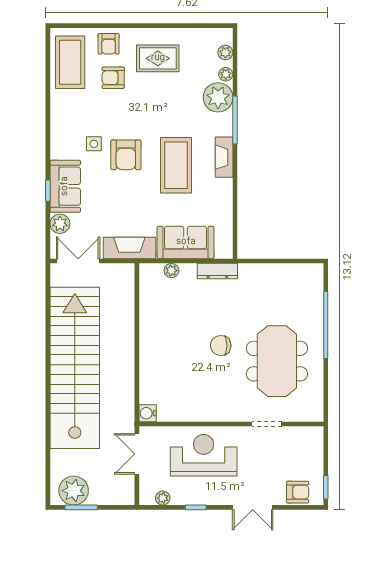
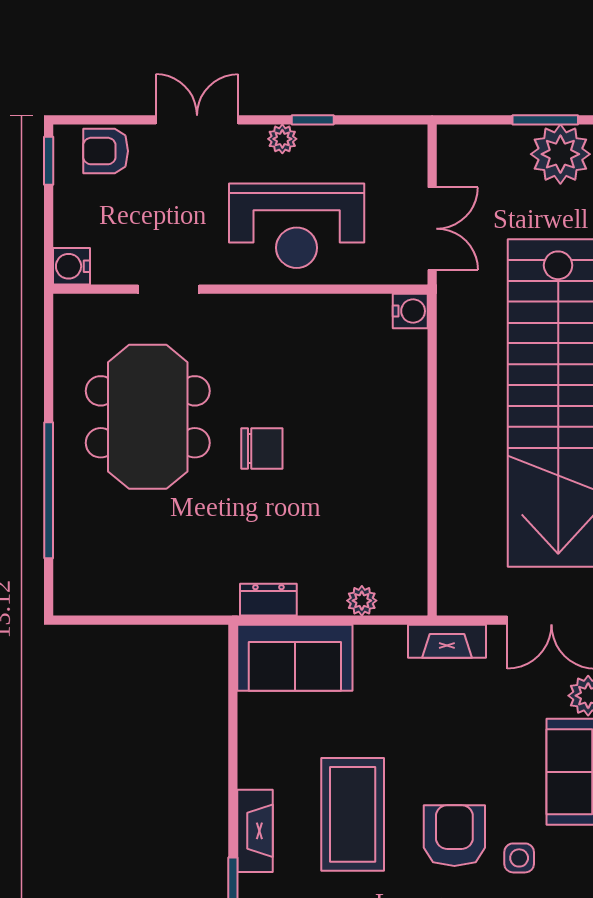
sofa: (186, 242) -> (295, 658), moved
fireplace: (129, 248) -> (447, 641), width x0.73, depth x0.76
dresser: (217, 271) -> (268, 600), width x0.70
water cooler: (314, 435) -> (71, 266), added
plant: (163, 498) -> (282, 139), moved

